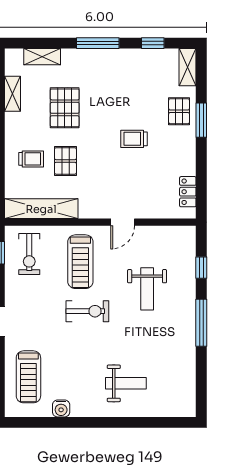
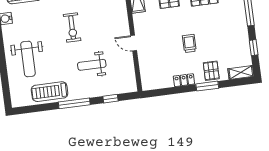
pallet: (179, 111) -> (211, 71), turned 90
locker: (188, 192) -> (184, 80), moved
treadmill: (80, 262) -> (50, 92), moved
weight bench: (126, 383) -> (28, 59), width x1.36, depth x1.33

